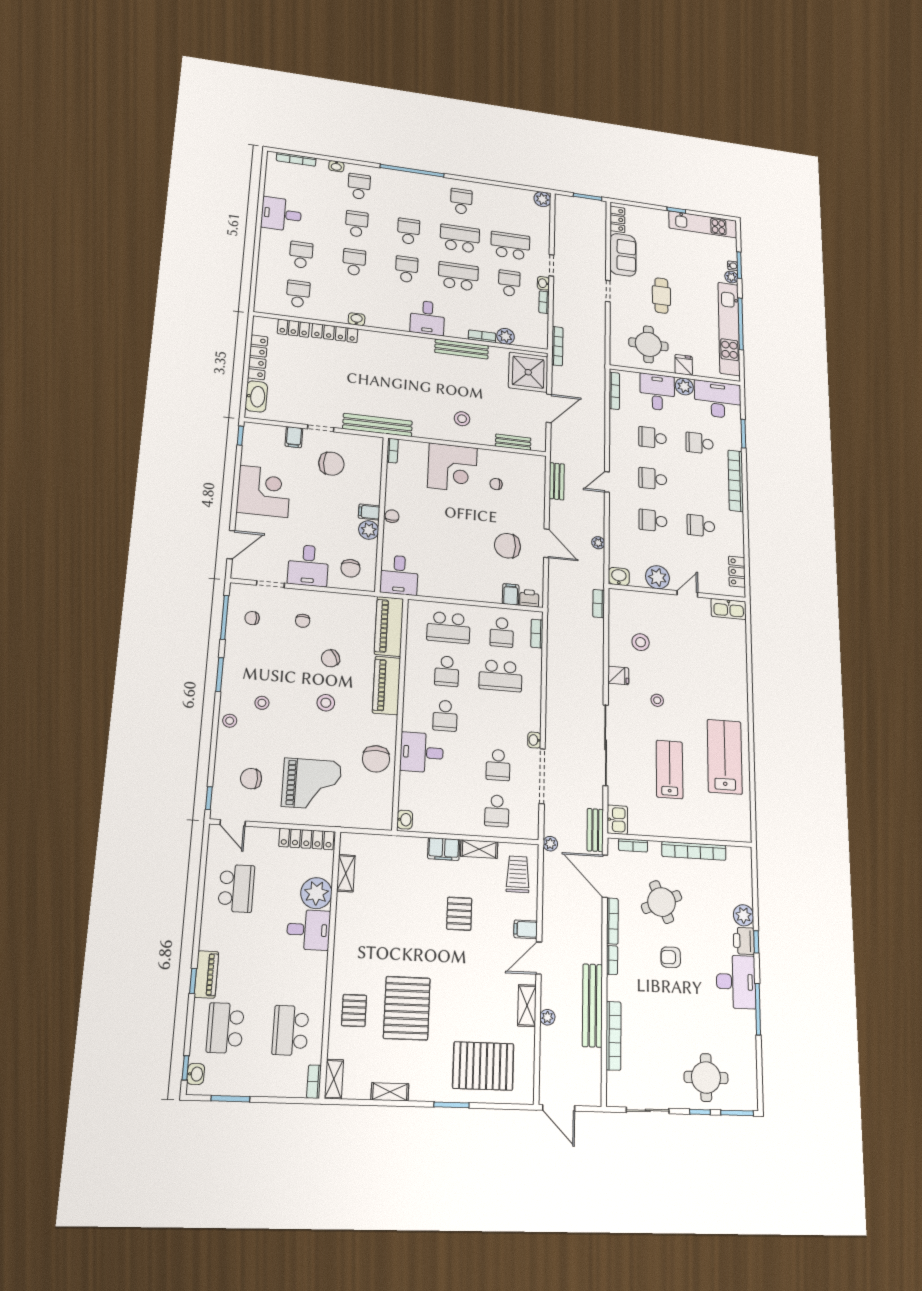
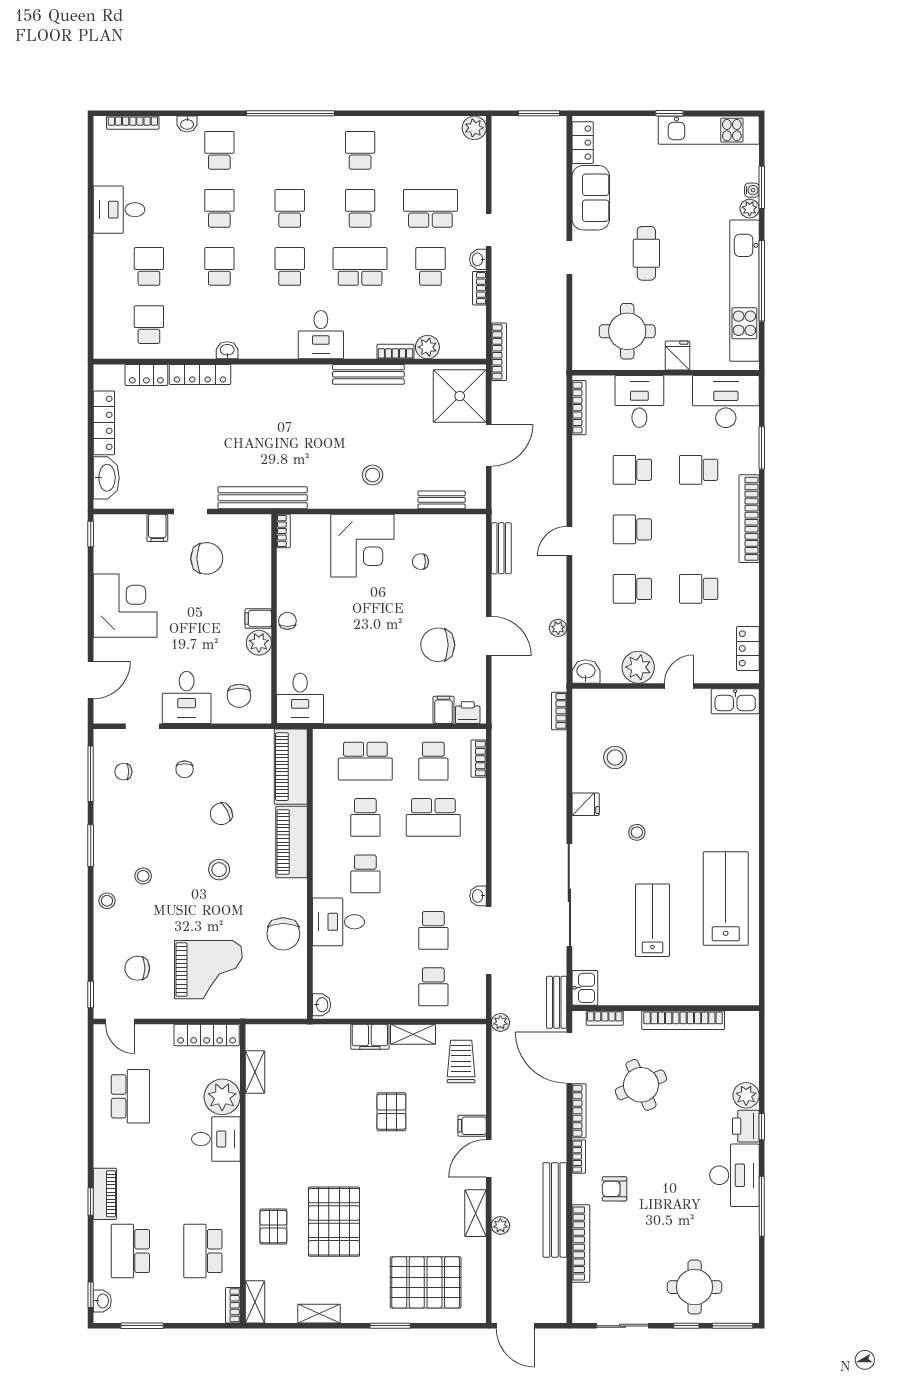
school desk: (460, 239) -> (360, 208), width x0.54
plant: (684, 386) -> (678, 388), removed
armchair: (671, 957) -> (614, 1189), moved

